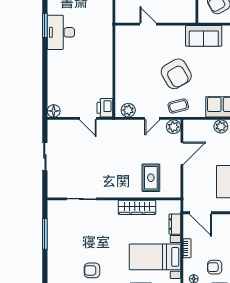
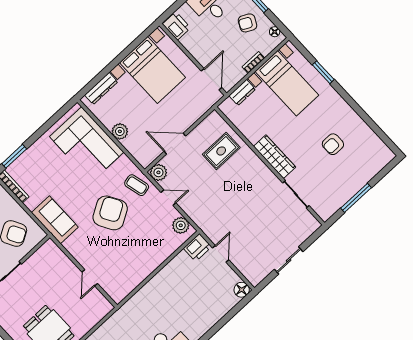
wardrobe: (137, 207) -> (275, 157), moved
armchair: (215, 267) -> (247, 23), turned 117
armchair: (92, 270) -> (333, 144), moved, turned 90

